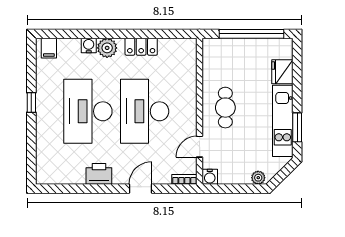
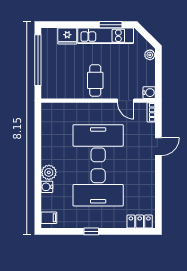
locker: (141, 47) -> (140, 221), moved, turned -90
cafe table: (225, 108) -> (95, 80), turned 90
desk: (145, 111) -> (98, 143), turned 180
printer: (99, 174) -> (147, 179), removed
door: (140, 189) -> (158, 147), swing flipped

